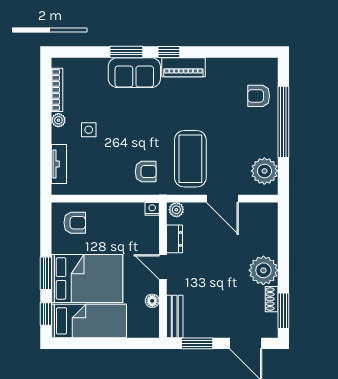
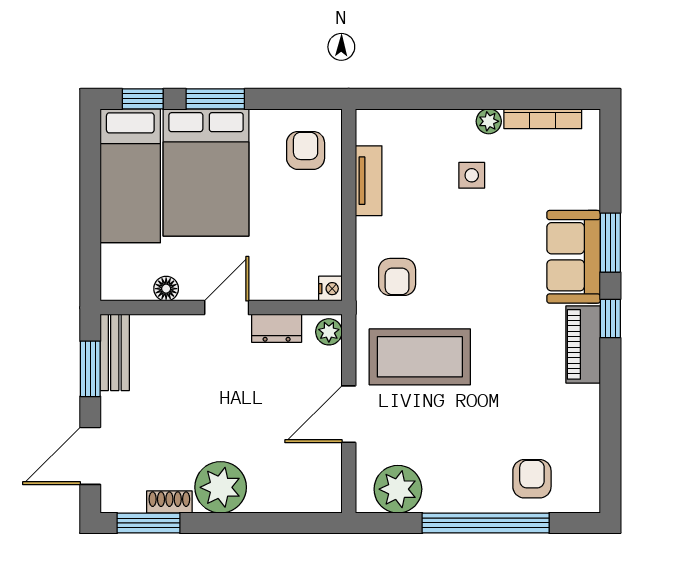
tv unit: (59, 164) -> (369, 181), moved, turned -90
armchair: (75, 223) -> (306, 150), turned 180
bench: (175, 316) -> (115, 352), moved, turned 90

